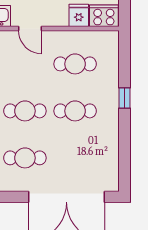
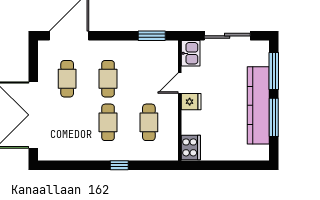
fridge: (79, 15) -> (191, 102), moved

